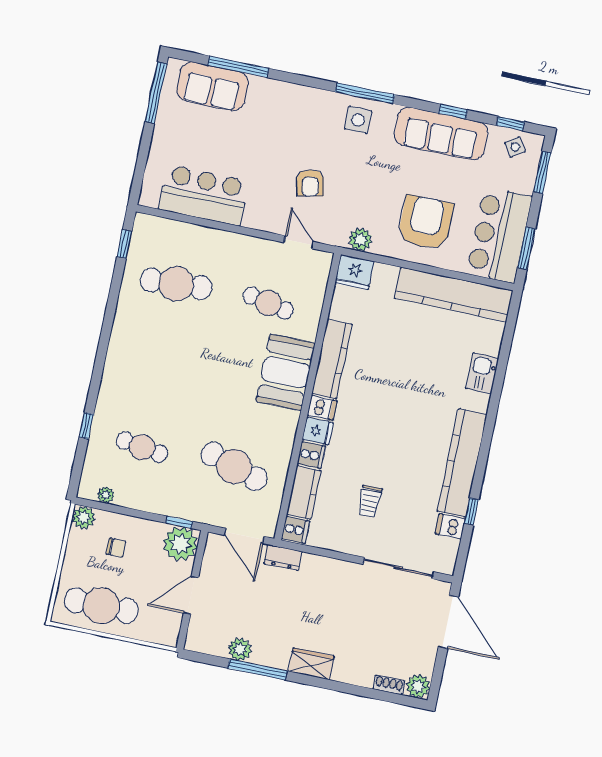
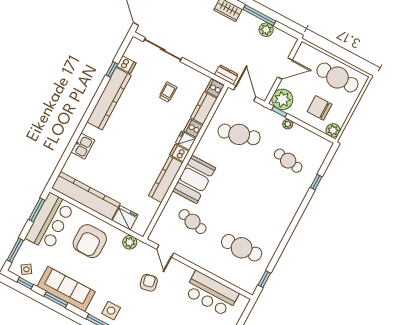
window: (453, 112) -> (56, 300), width x1.50
fridge: (354, 272) -> (125, 218), moved
cafe table: (234, 467) -> (239, 134), turned -33
plant: (106, 495) -> (288, 124), moved
chair: (116, 548) -> (320, 108), width x1.87, depth x1.87

